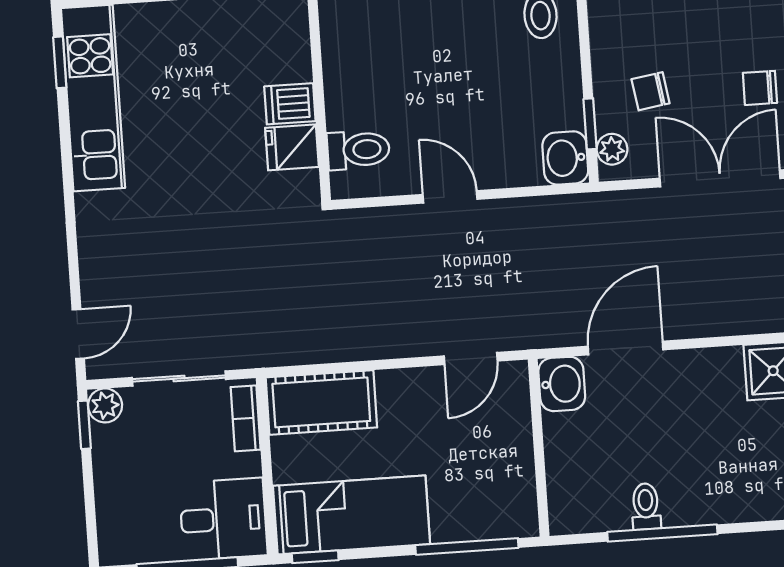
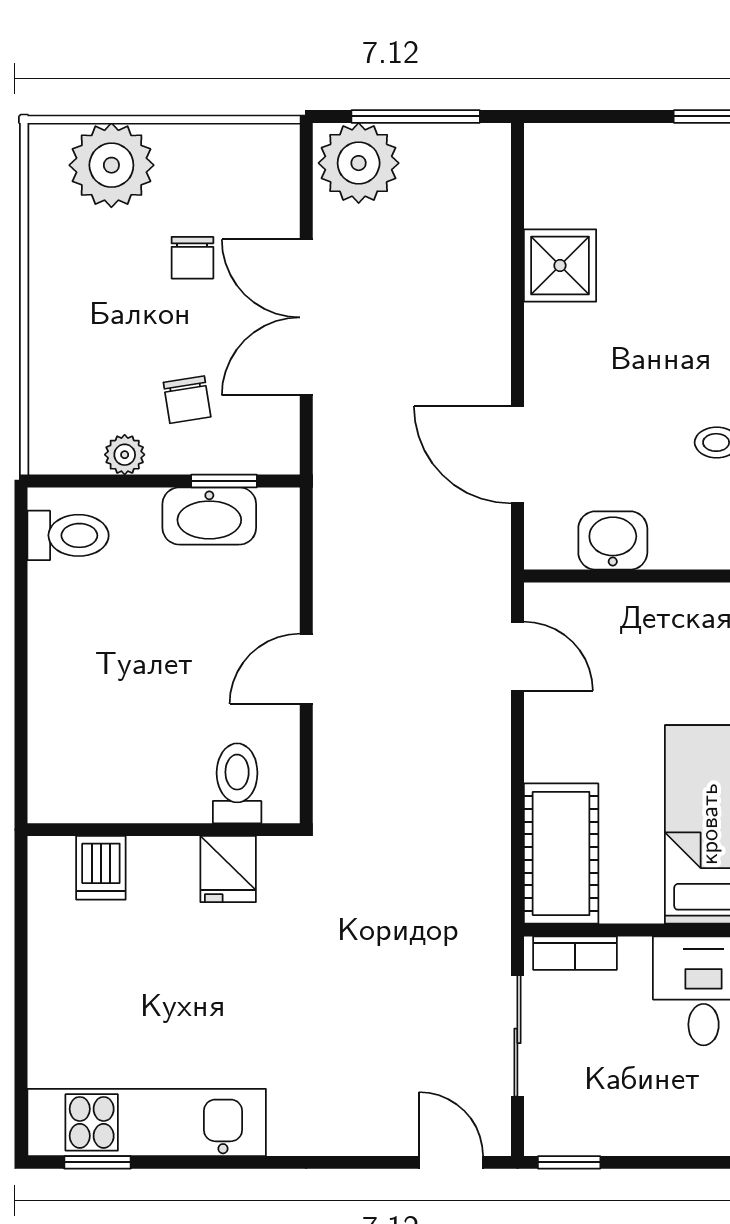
dishwasher: (290, 104) -> (101, 868), moved
plant: (612, 149) -> (125, 455), moved
washbasin: (565, 158) -> (209, 516), moved, width x1.38
washbasin: (562, 384) -> (613, 540), moved
plant: (105, 405) -> (546, 1134), removed

